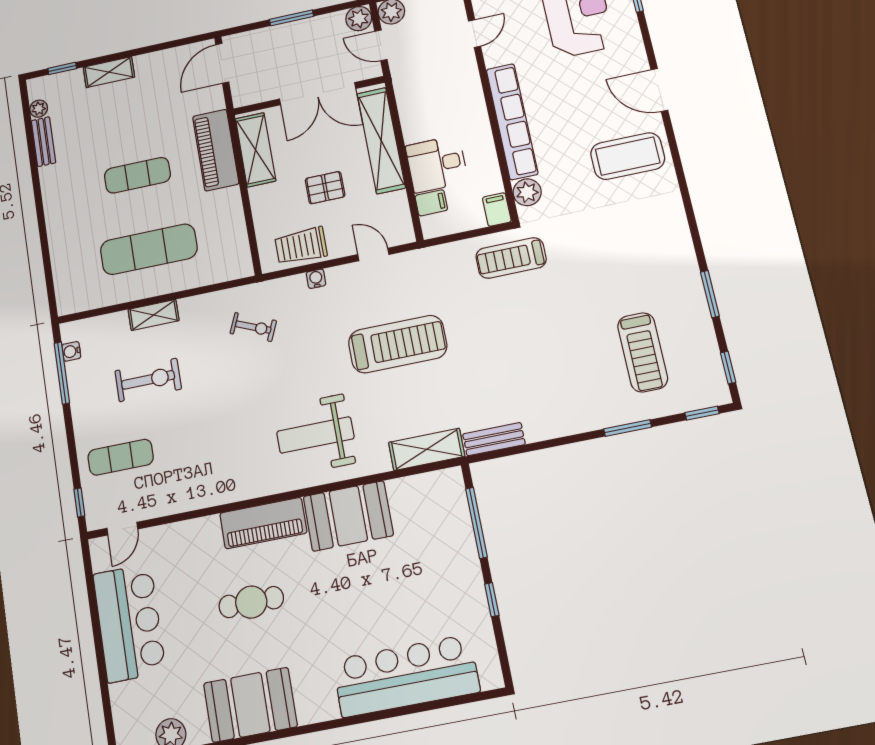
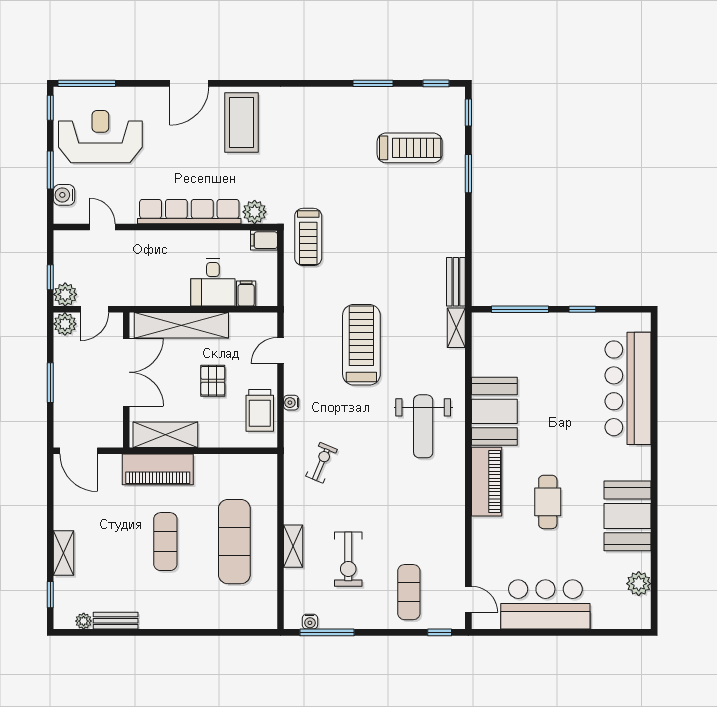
exercise bike: (148, 380) -> (348, 559), turned 180
shelving: (427, 449) -> (456, 328), width x0.67, depth x0.75

